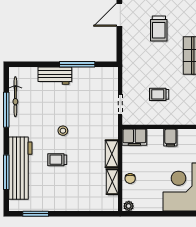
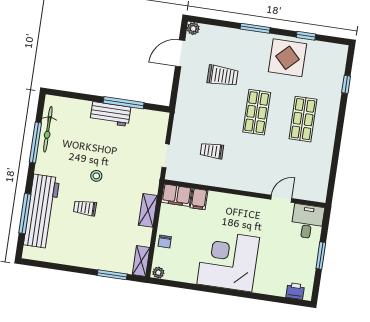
trolley: (159, 28) -> (223, 76), turned -90
workbench: (55, 76) -> (110, 114), moved
filing cabinet: (170, 138) -> (199, 199), moved
shelving: (112, 182) -> (141, 261), moved
window: (36, 214) -> (112, 275), moved

